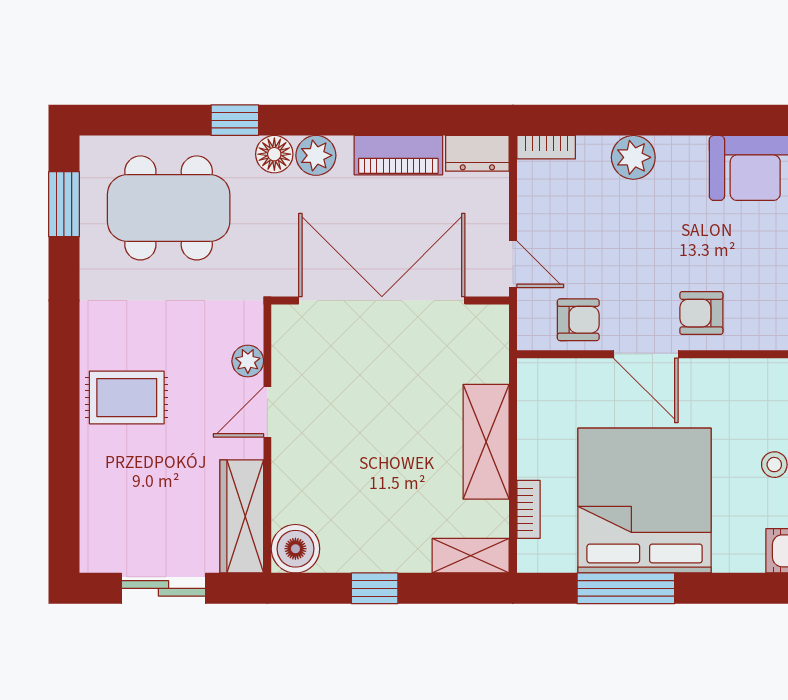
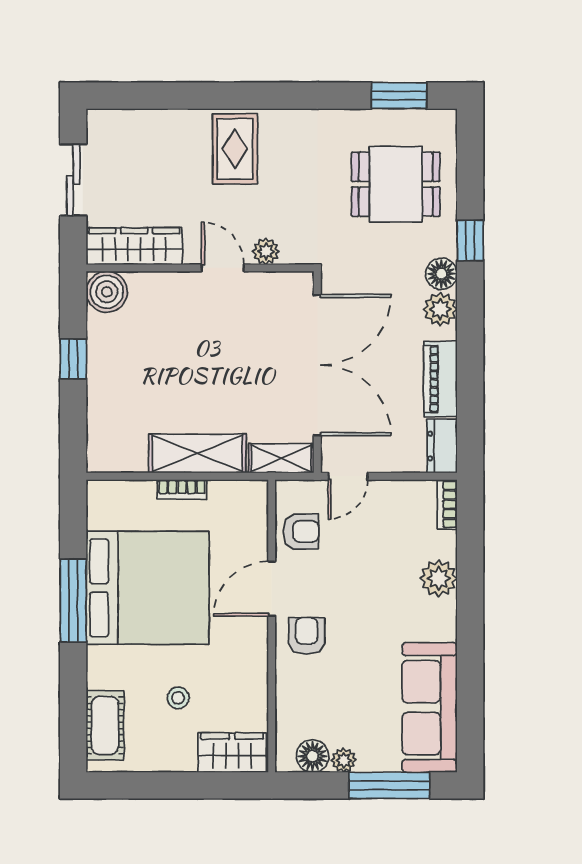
dining table: (169, 208) -> (396, 184), width x0.73
armchair: (578, 320) -> (301, 532), turned -90
bookcase: (528, 509) -> (182, 489), moved
shelving: (471, 556) -> (281, 458), moved, turned 90
window: (626, 588) -> (73, 601), moved

